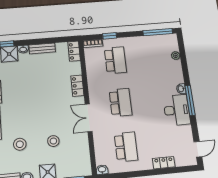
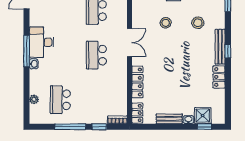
window: (158, 32) -> (70, 127), moved
school desk: (115, 60) -> (60, 100), moved
locker: (77, 86) -> (137, 82), width x1.53

